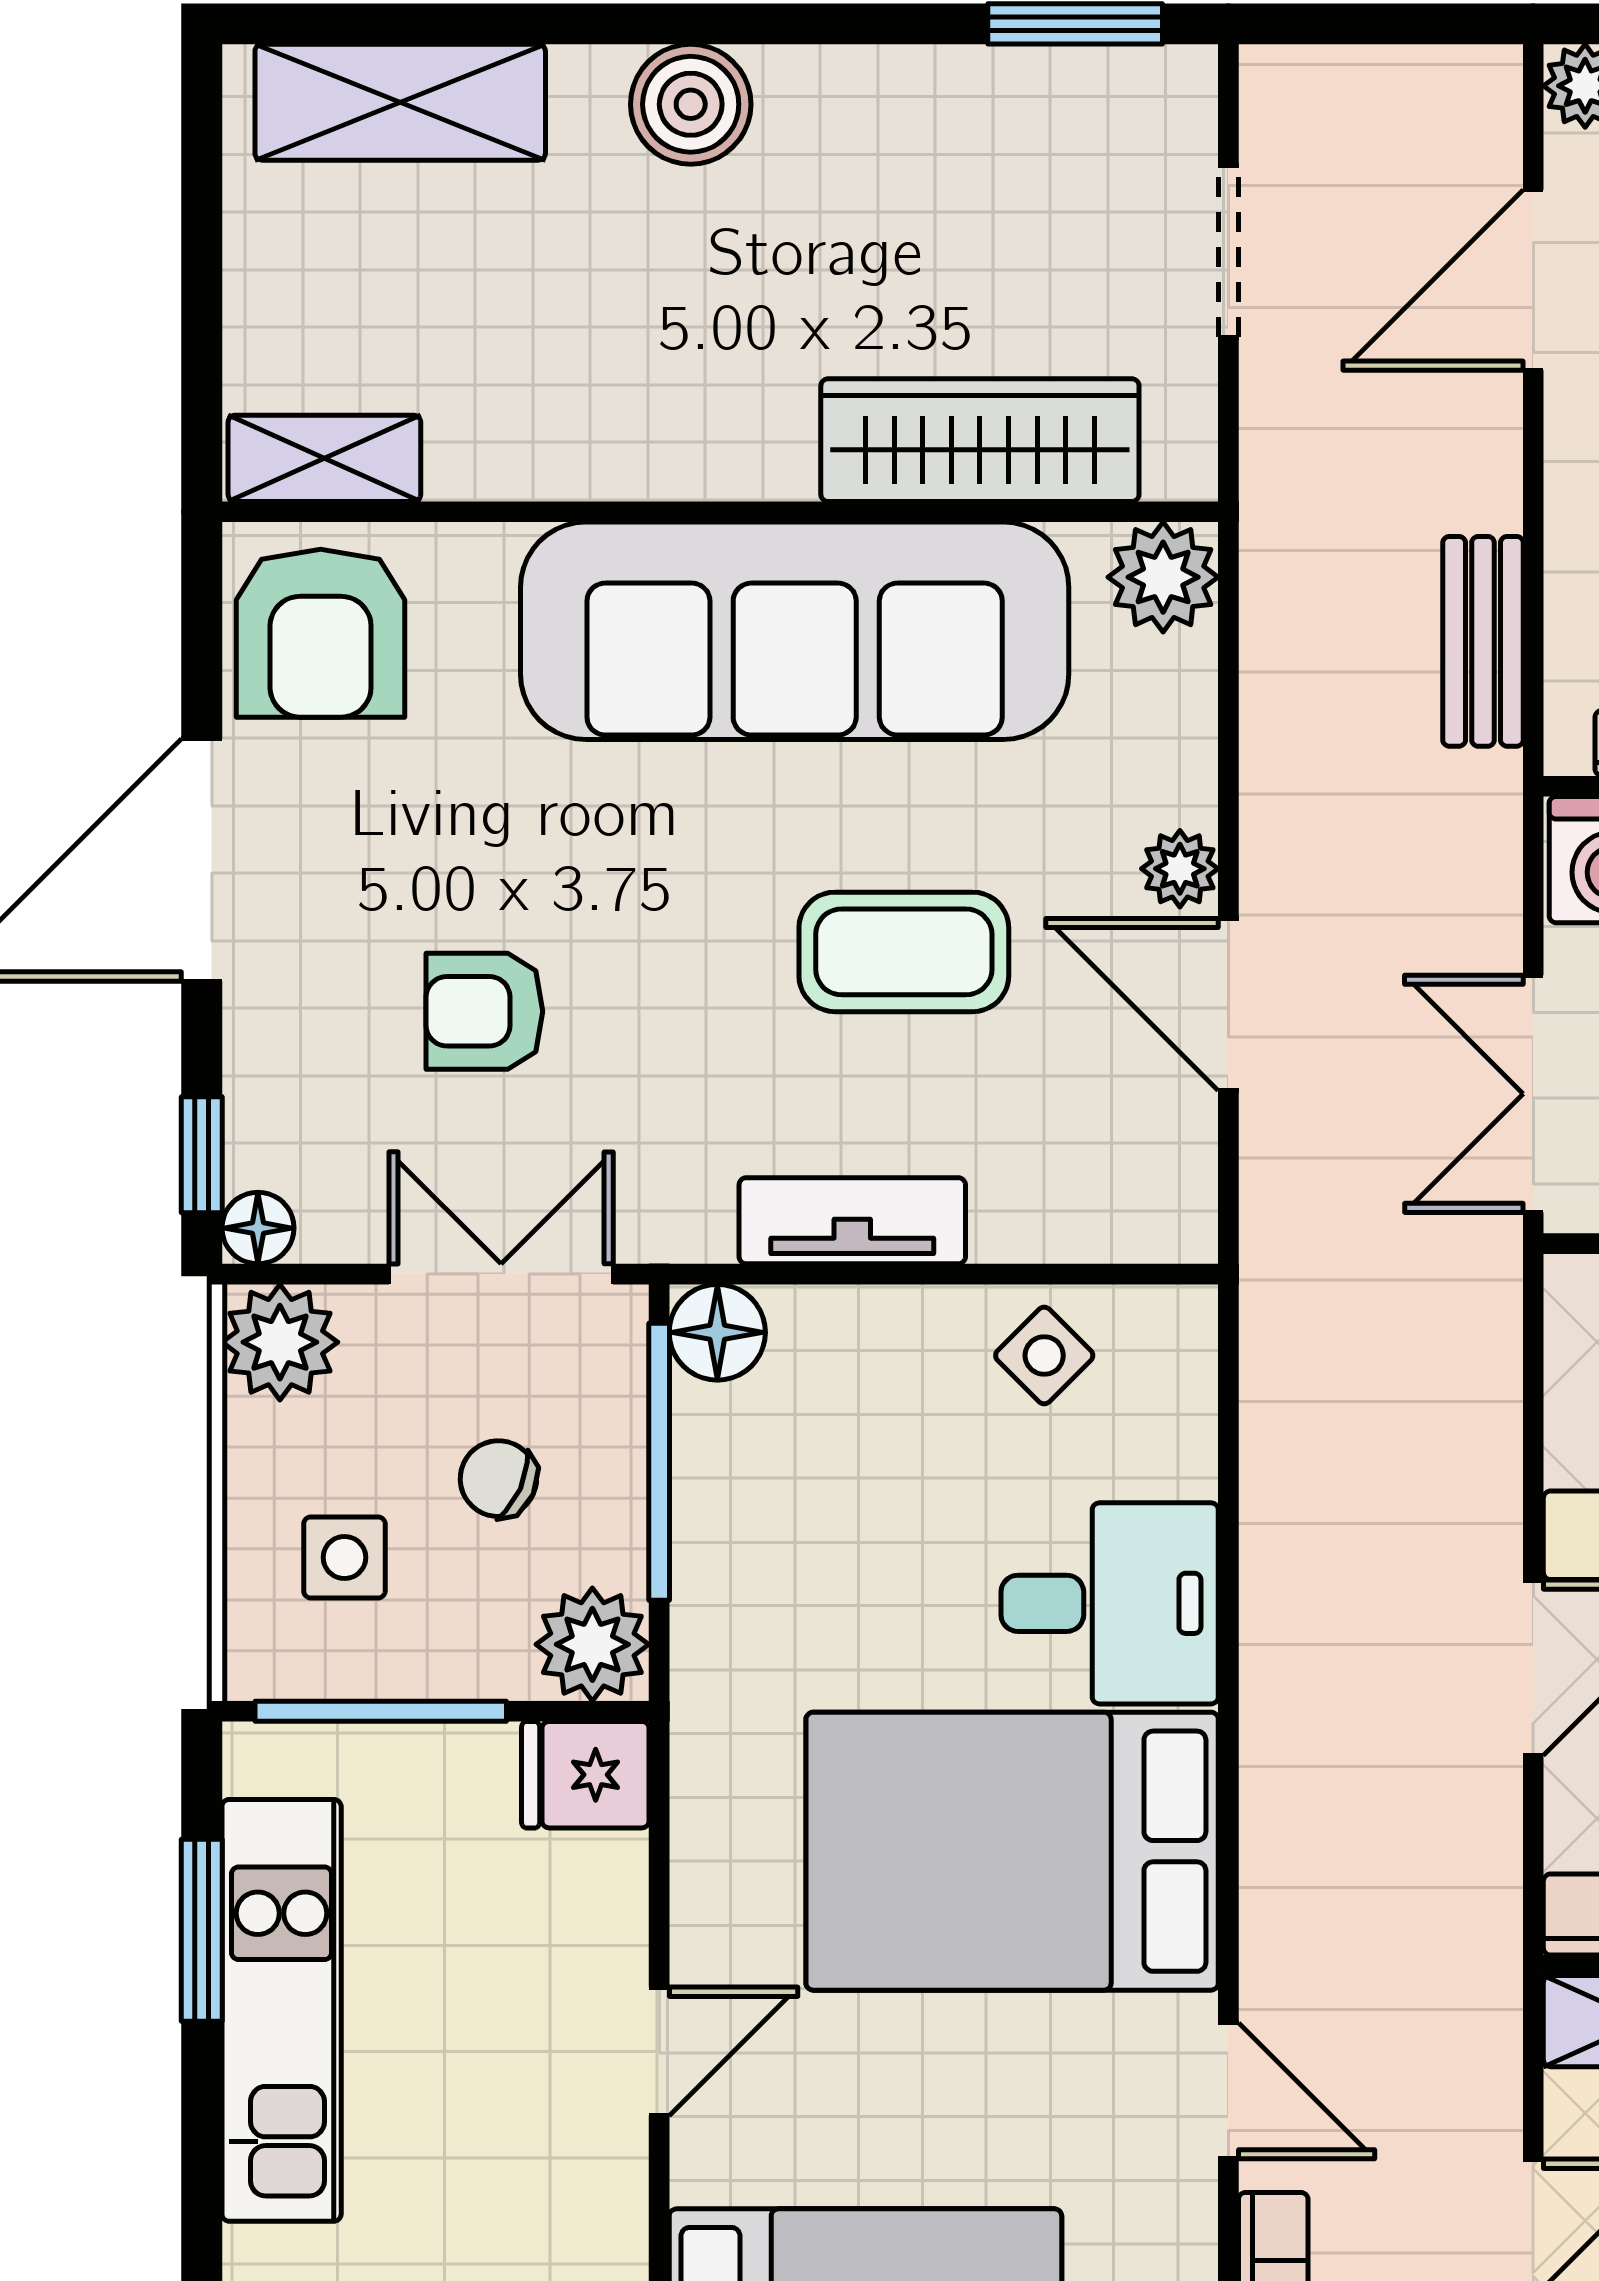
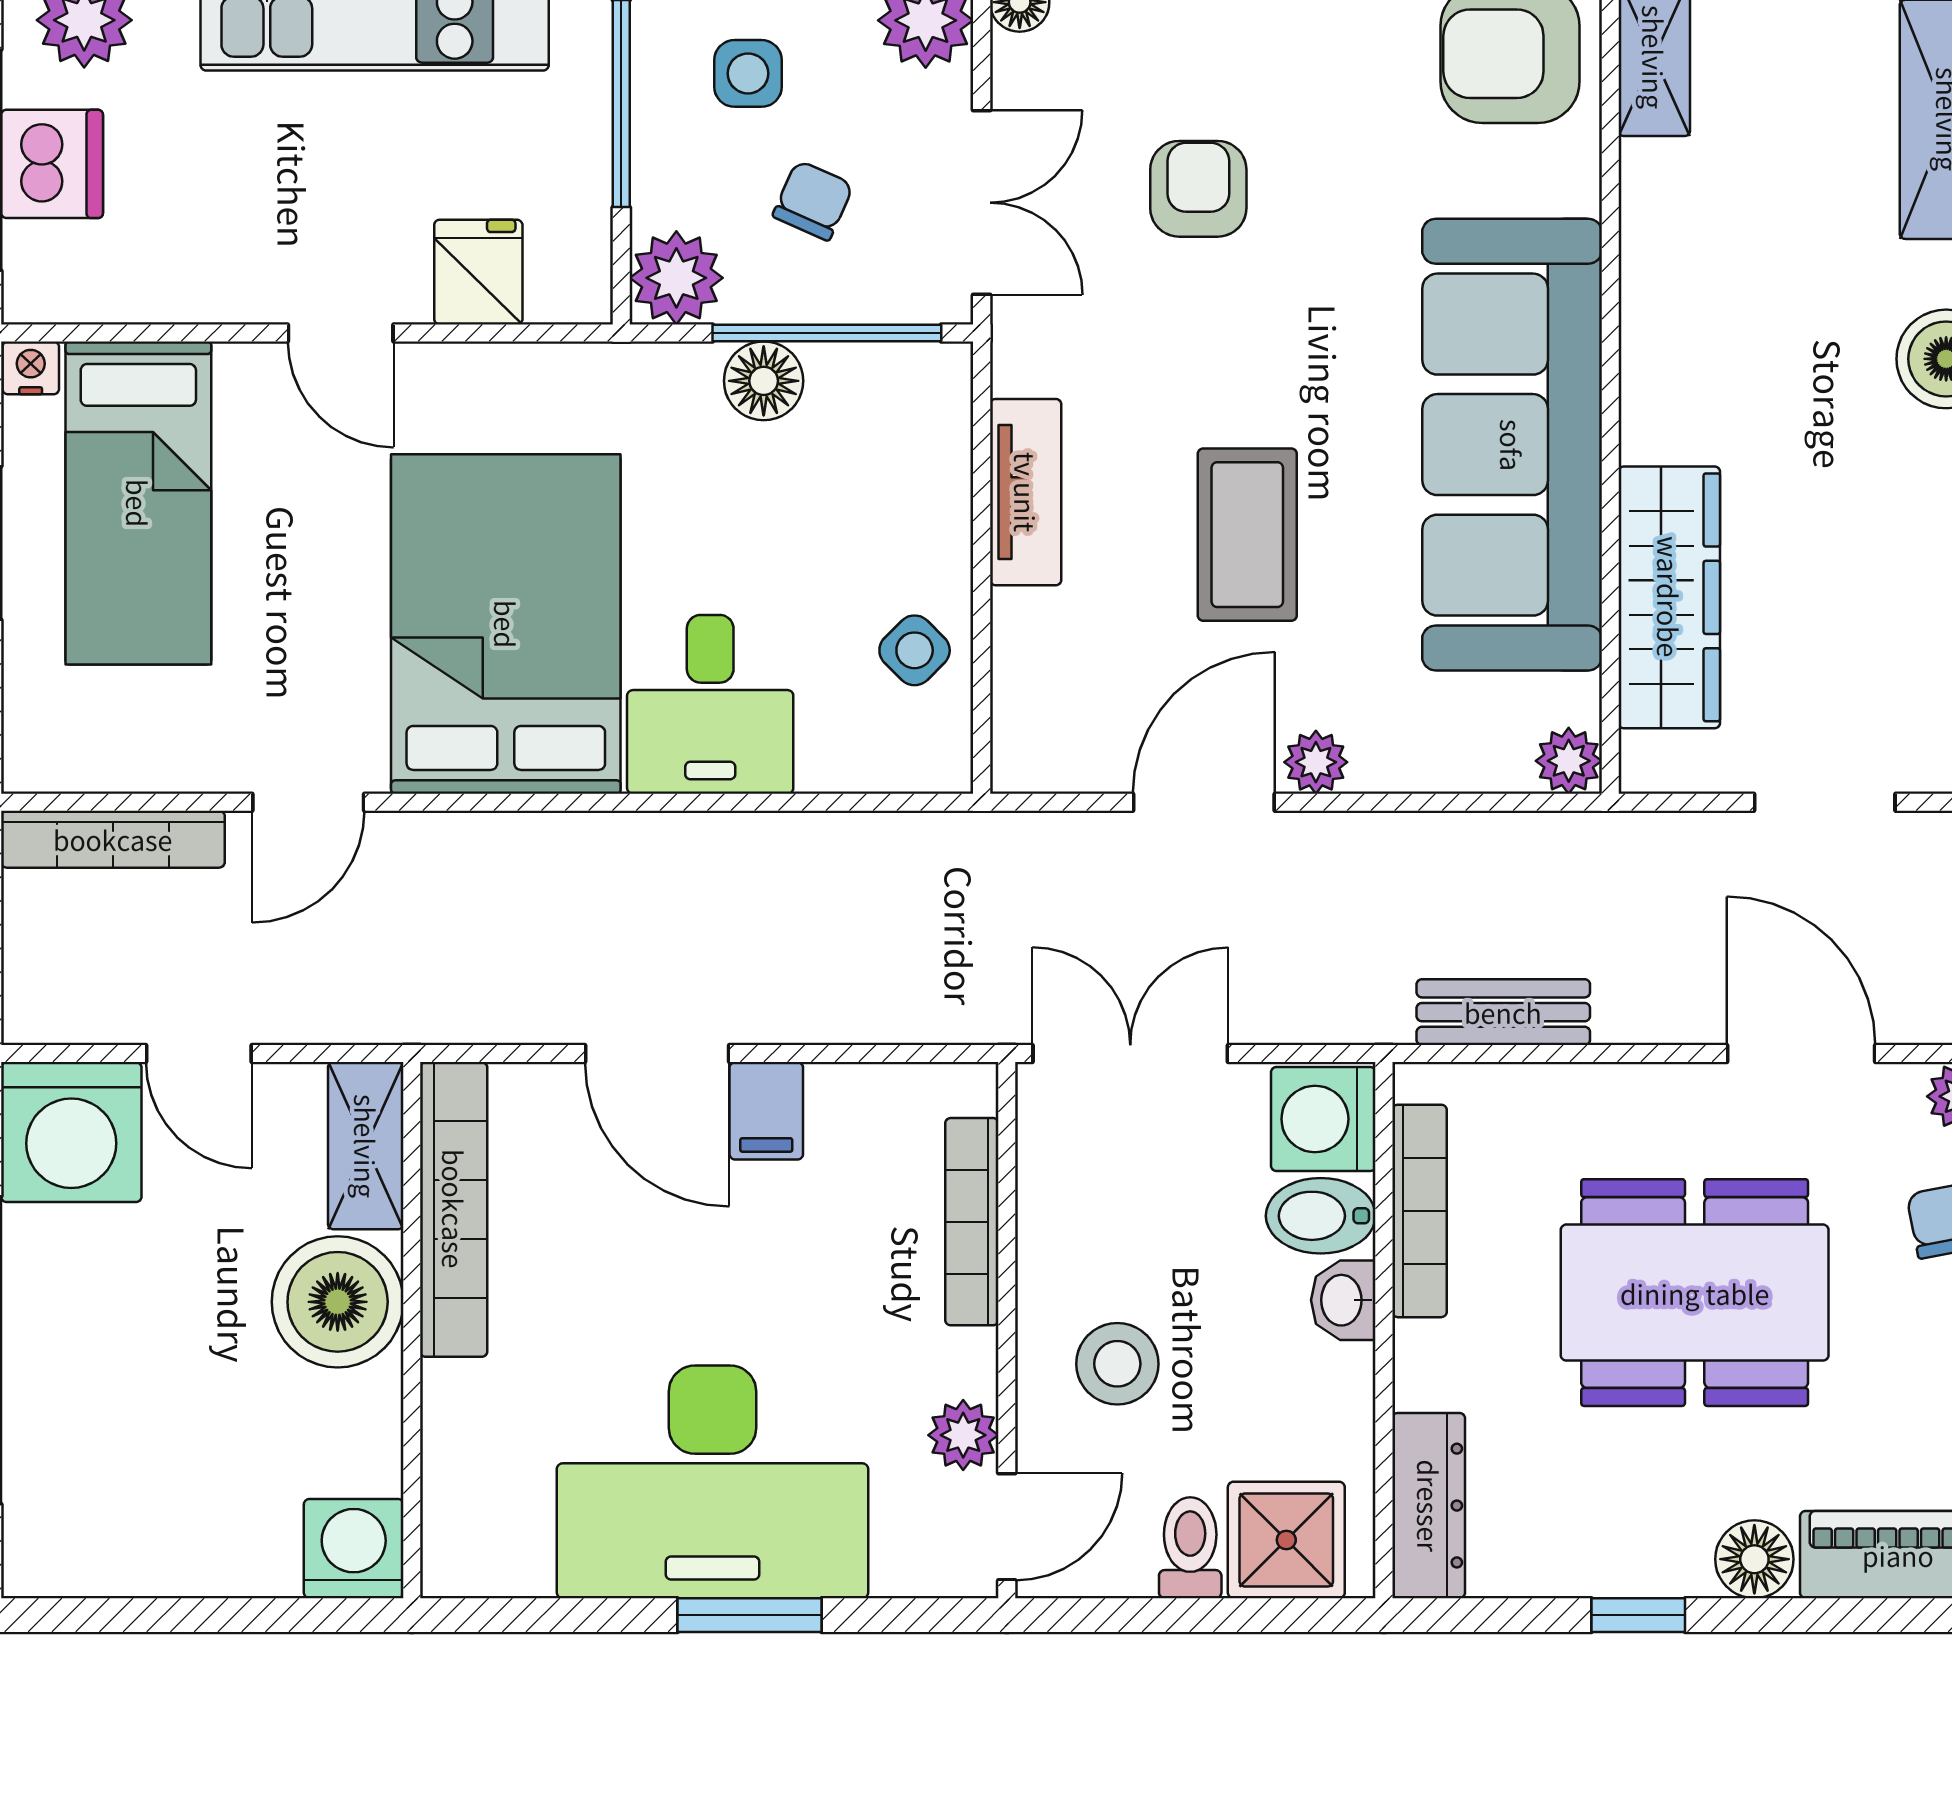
plant: (1163, 577) -> (1569, 761), width x0.73, depth x0.73
floor lamp: (717, 1332) -> (764, 381), moved
fridge: (585, 1775) -> (478, 272), moved

